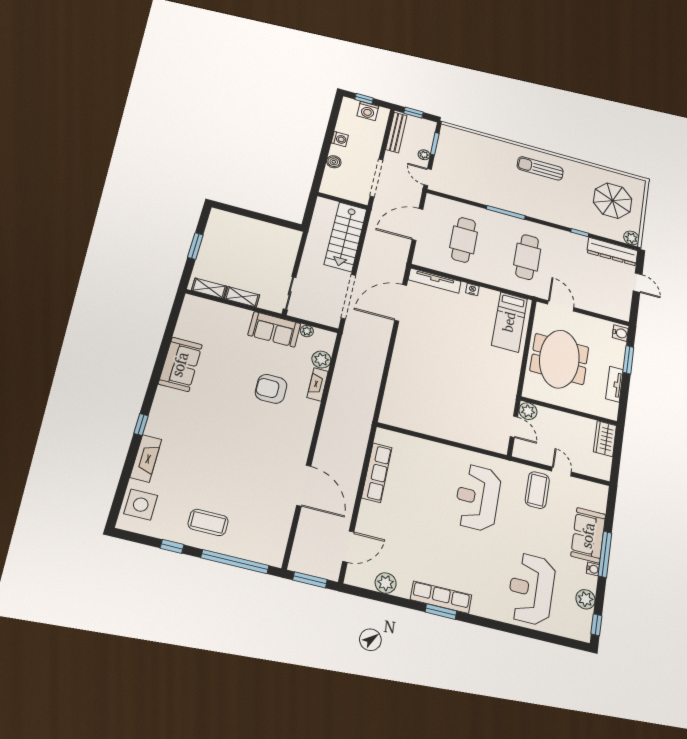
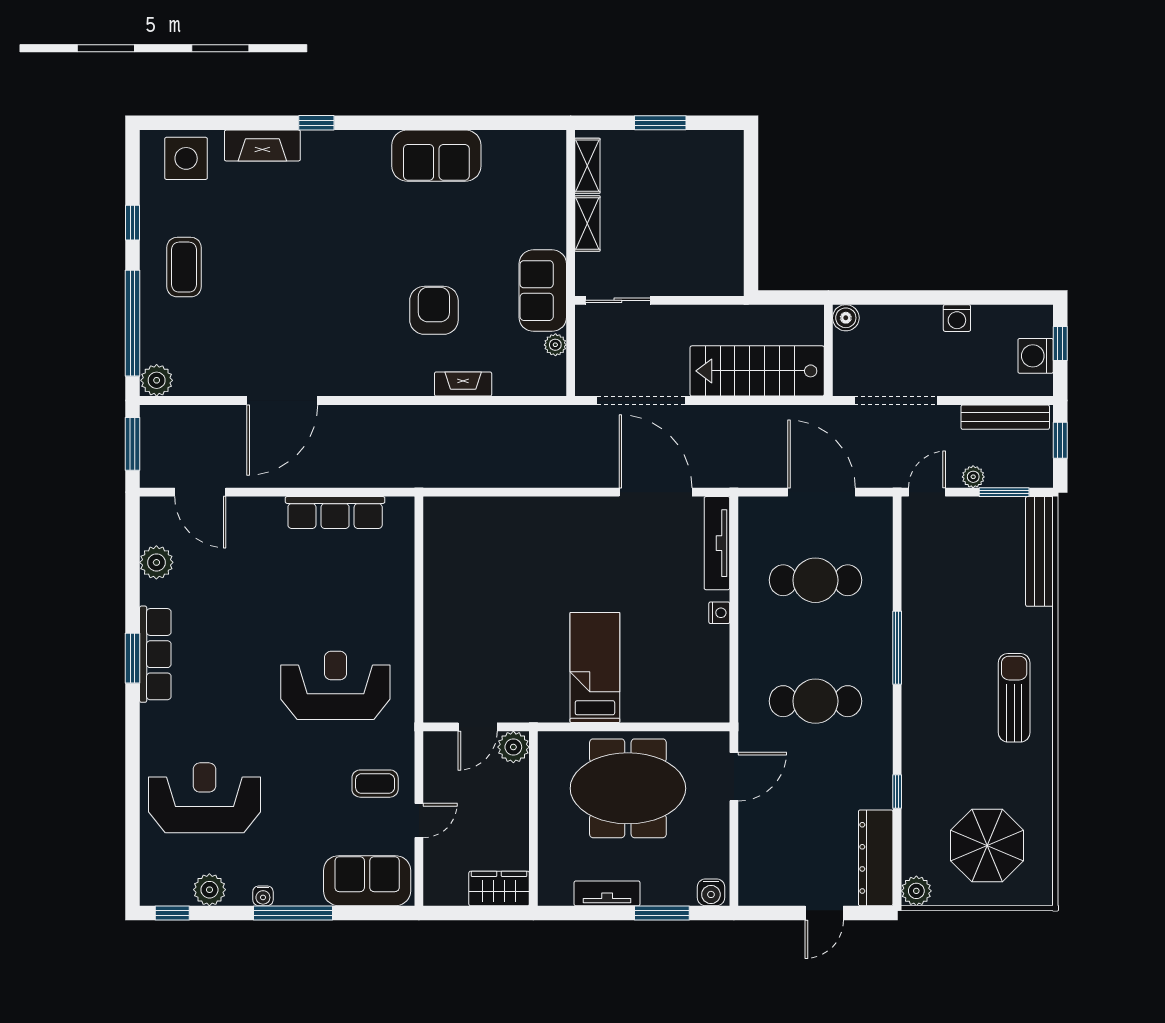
bench: (468, 137) -> (1039, 551), added
boiler: (334, 162) -> (846, 318), moved
bed: (509, 322) -> (595, 668), moved, turned 90
plant: (321, 360) -> (157, 380), moved
coffee table: (537, 490) -> (375, 784), width x0.73, depth x0.77
sofa: (588, 535) -> (367, 881), moved

